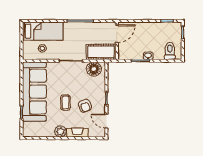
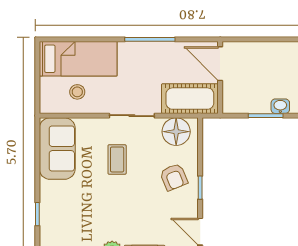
door: (117, 34) -> (220, 64), swing flipped
sofa: (34, 92) -> (57, 149), width x0.54, depth x0.79
coffee table: (65, 103) -> (117, 159), moved
armchair: (85, 106) -> (174, 177), moved

